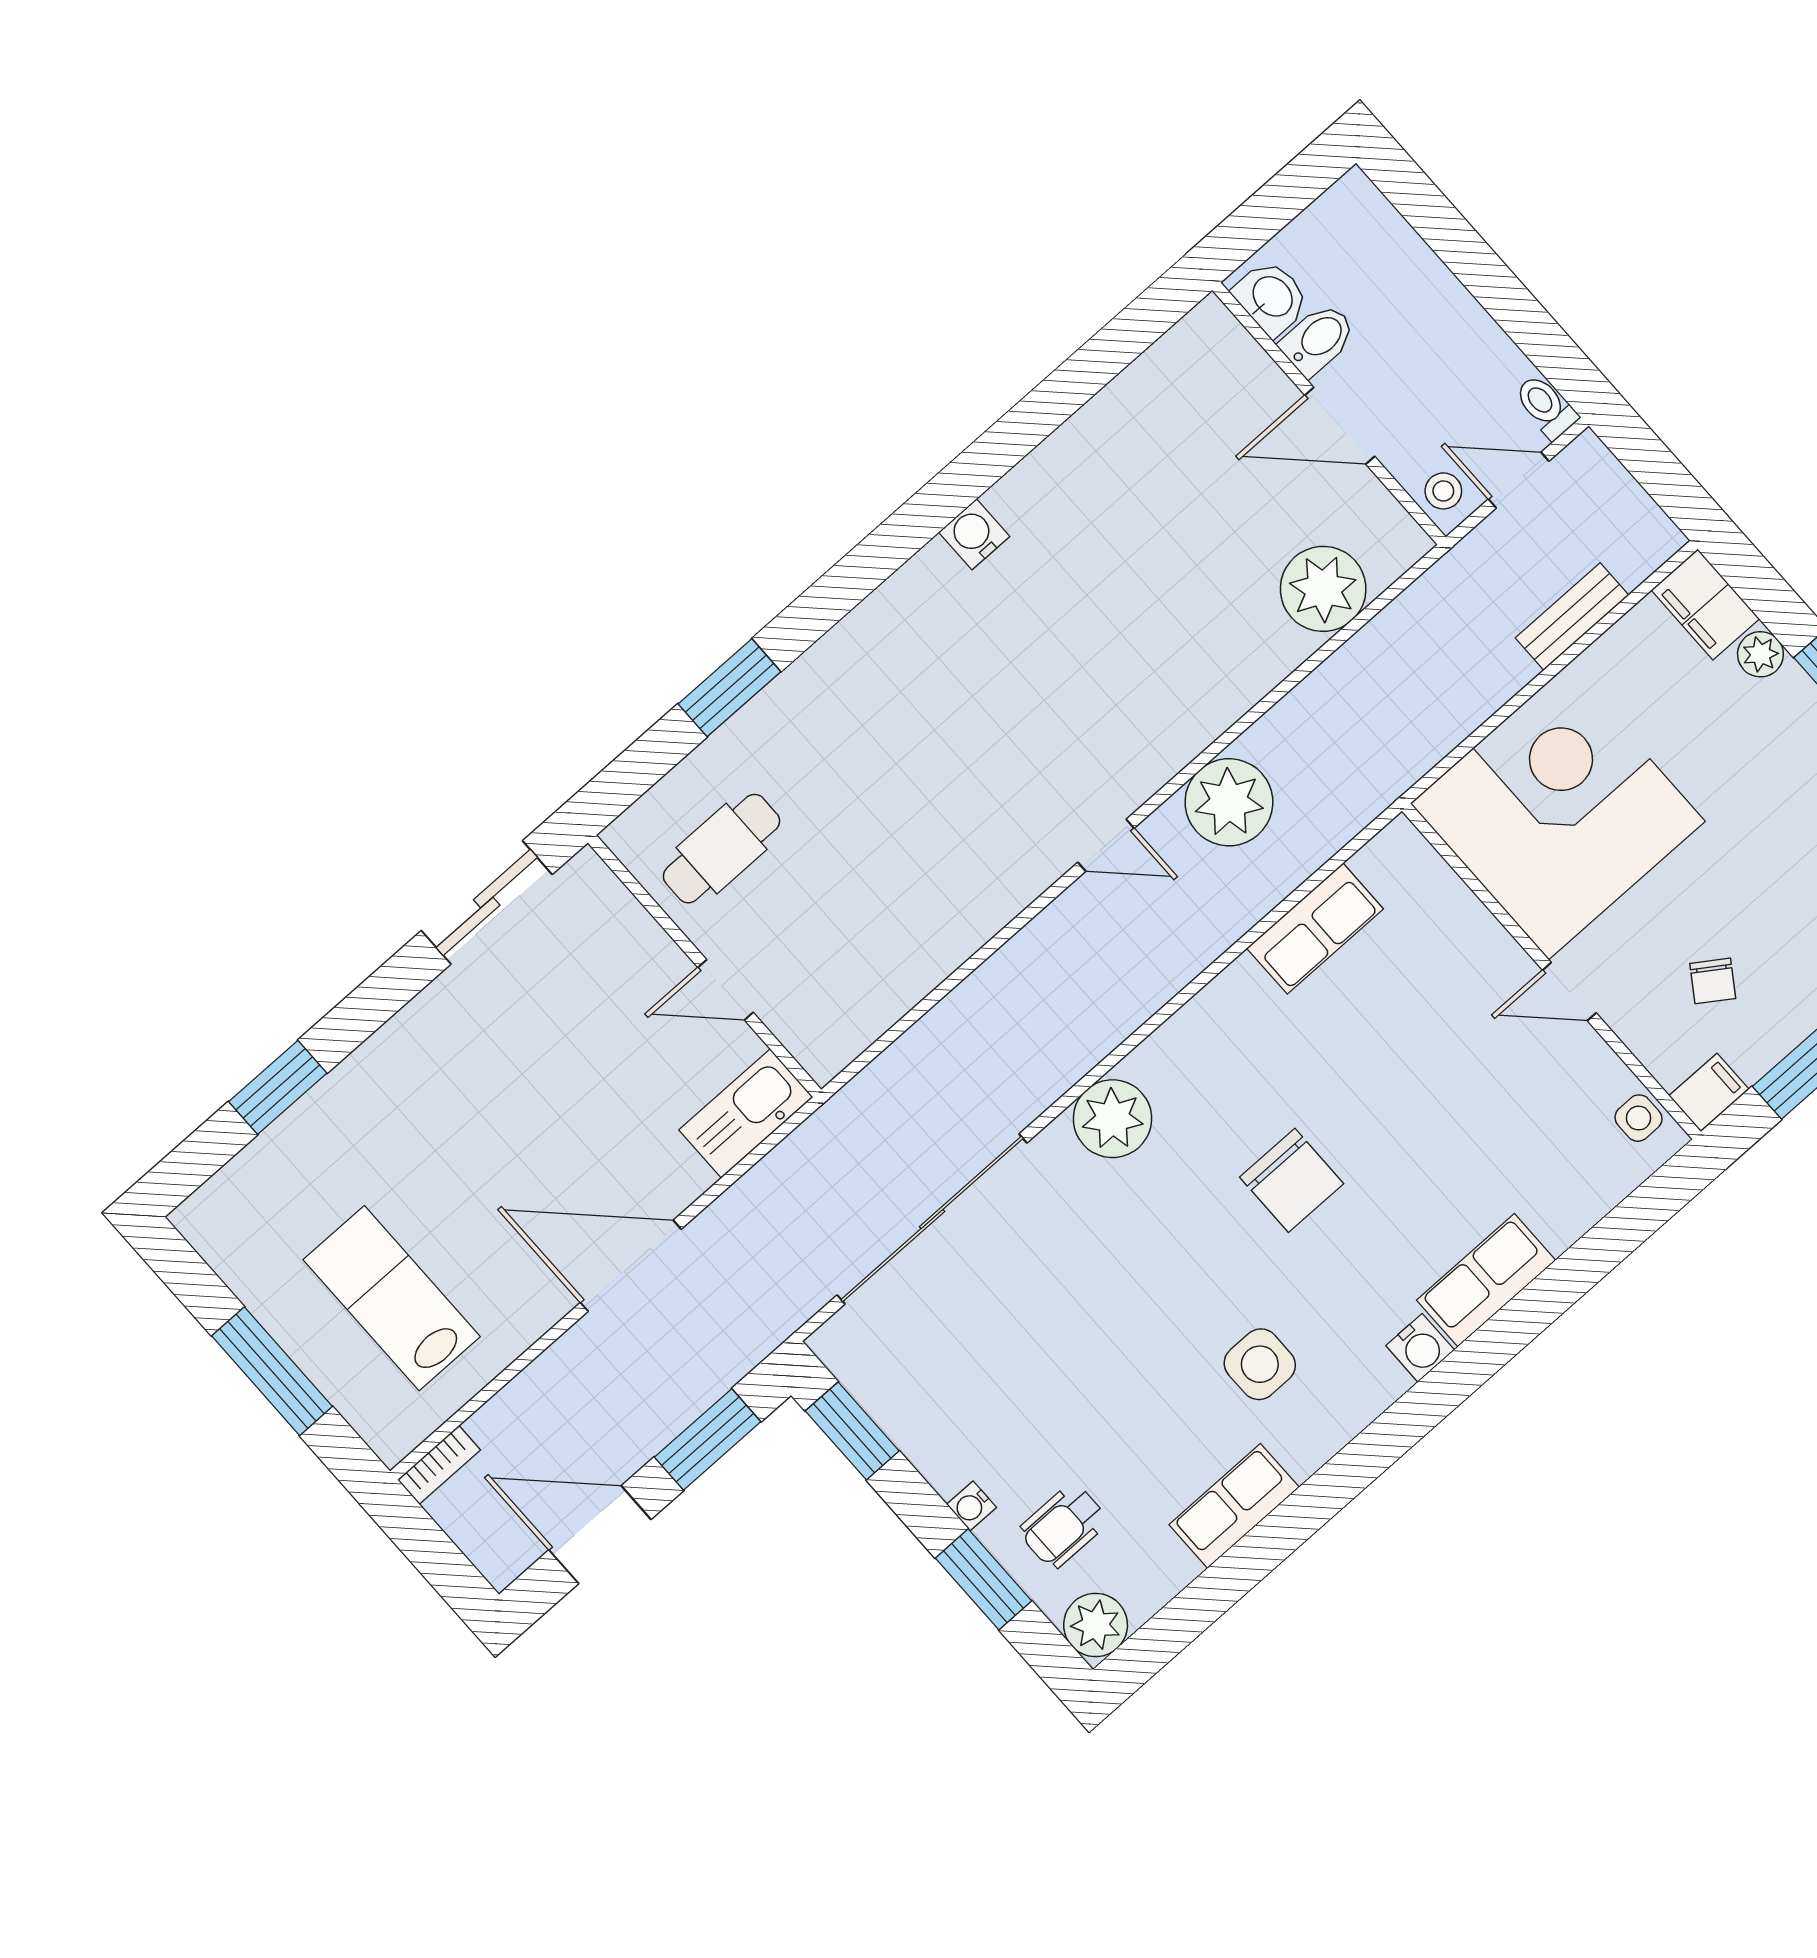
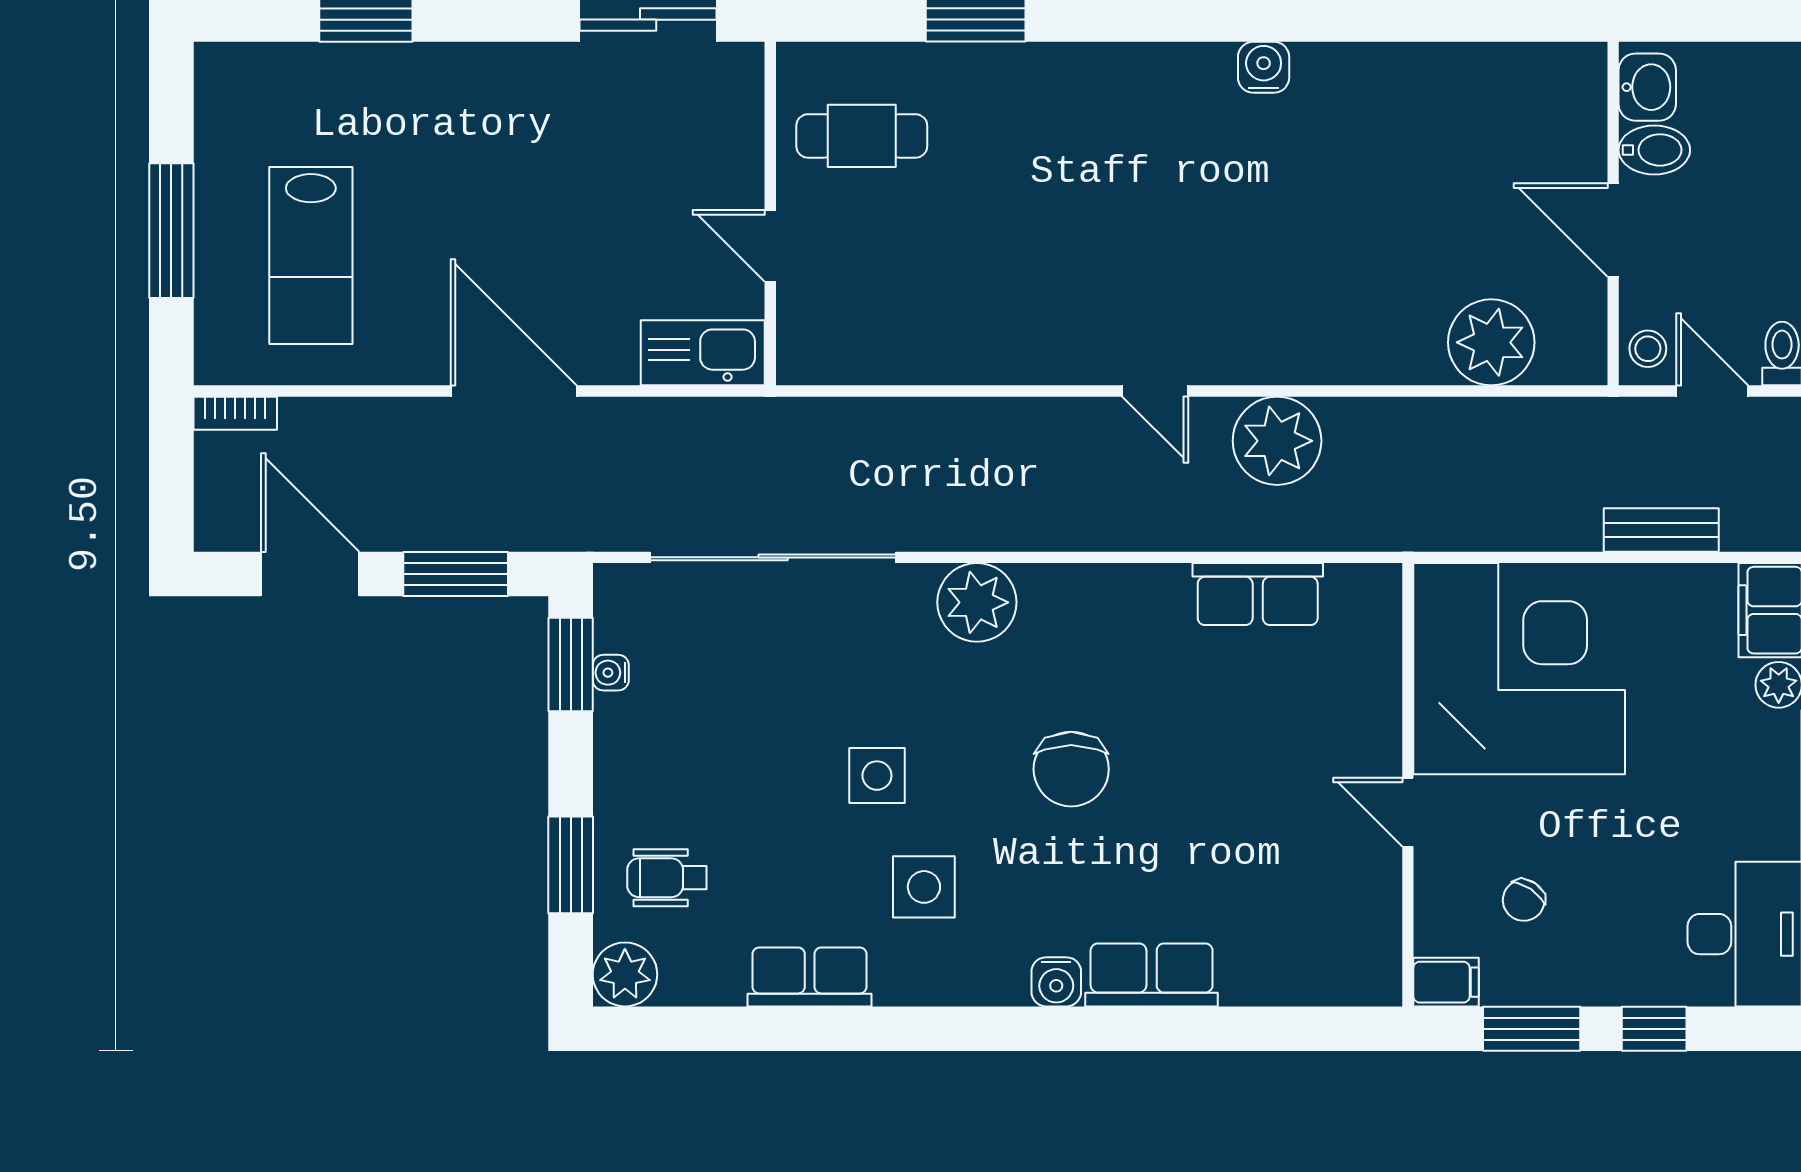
side table: (1639, 1118) -> (877, 776), moved, width x1.37, depth x1.37
lab bench: (392, 1298) -> (311, 255), turned 180
water cooler: (971, 1506) -> (611, 673), moved

